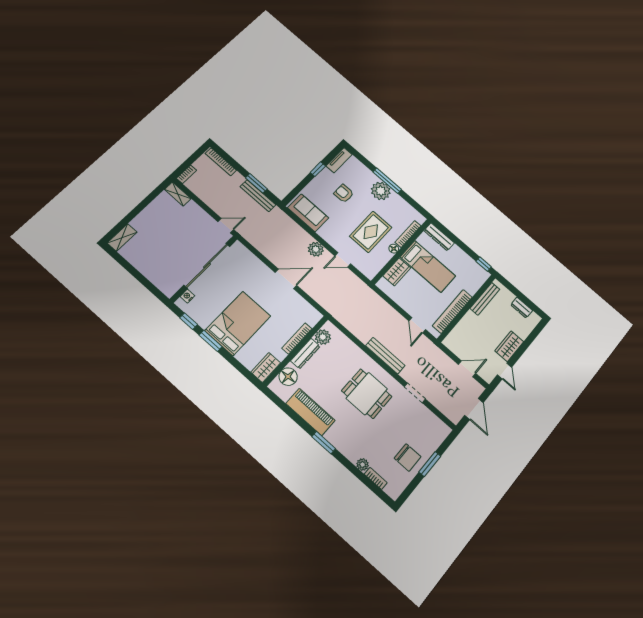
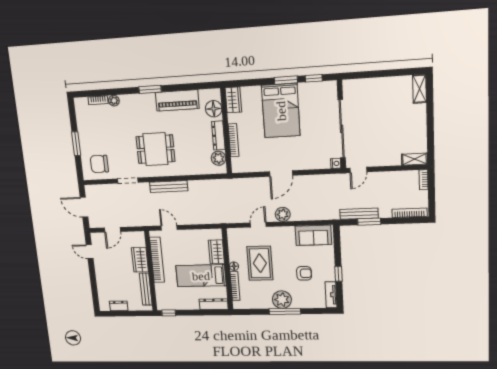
nightstand: (187, 296) -> (336, 163), moved
wardrobe: (509, 346) -> (140, 260), moved, turned 180
chair: (408, 457) -> (99, 164), moved

